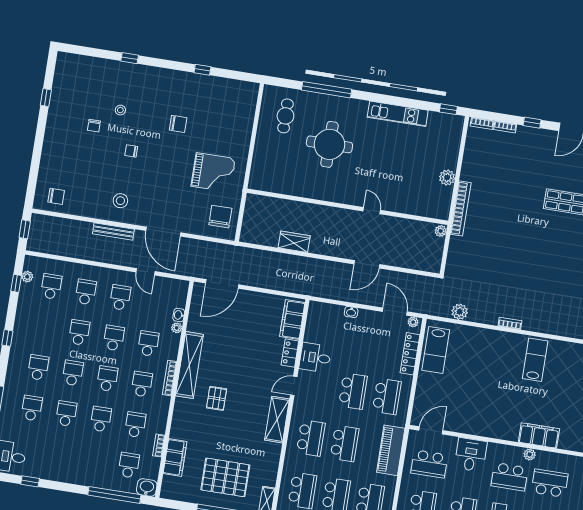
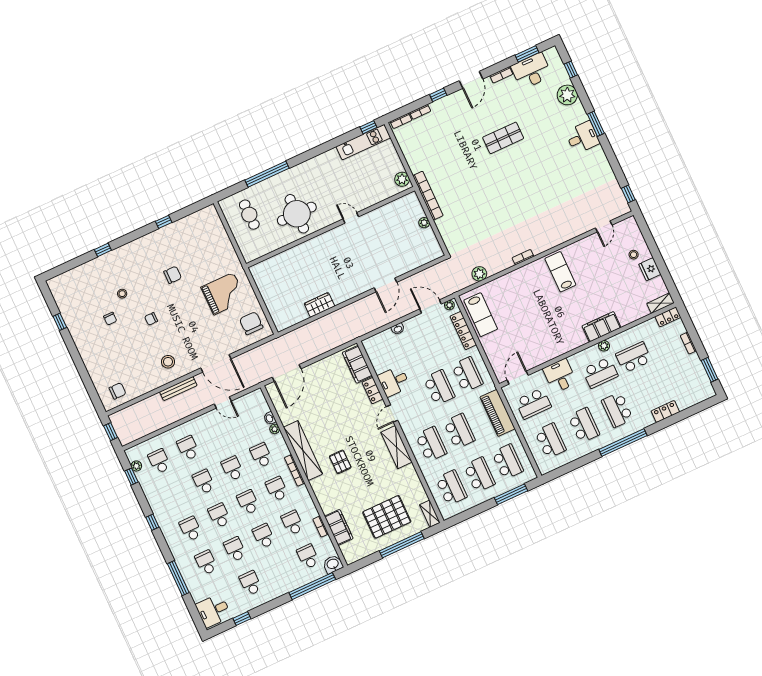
kitchen unit: (398, 114) -> (363, 142), moved
wall: (347, 207) -> (331, 227), moved
door: (372, 211) -> (351, 218), moved
school desk: (120, 298) -> (250, 583), moved

